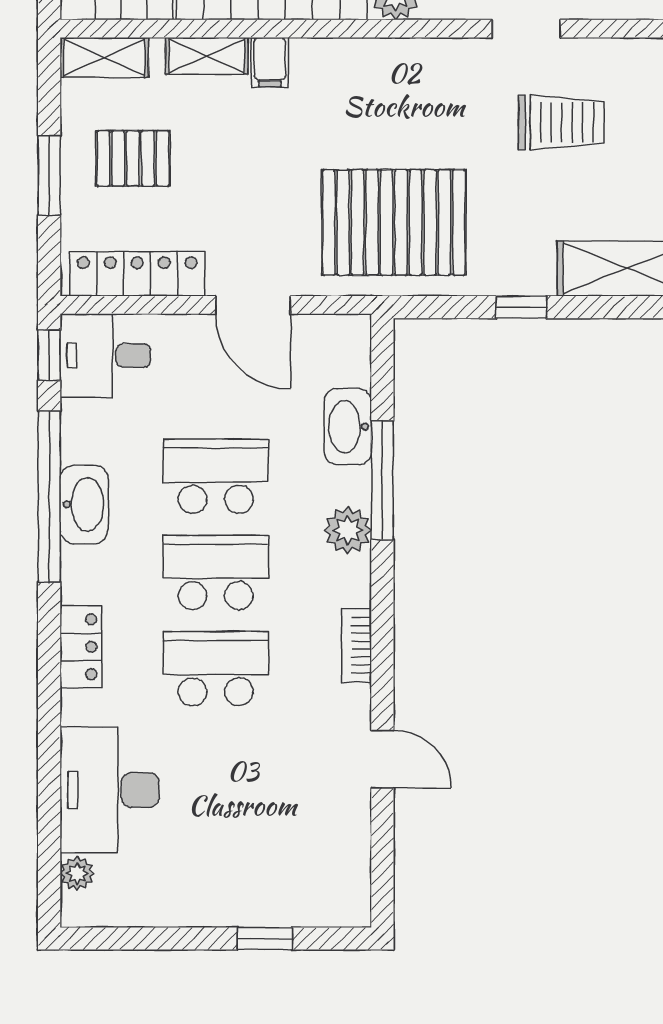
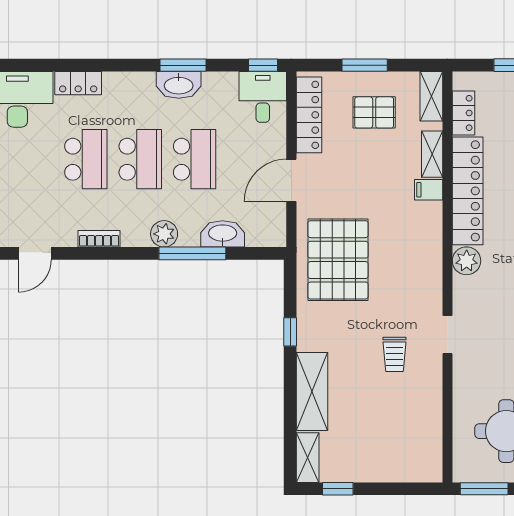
trolley: (561, 122) -> (394, 354), width x0.73, depth x0.72
pallet: (133, 158) -> (374, 112), turned 90
window: (49, 497) -> (183, 65), width x0.47
locker: (81, 647) -> (78, 83), moved

